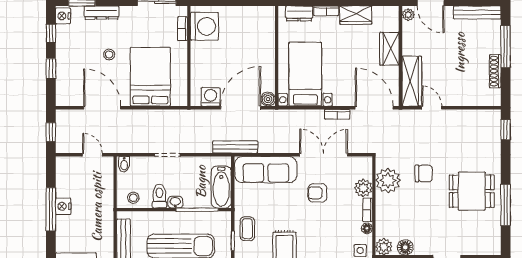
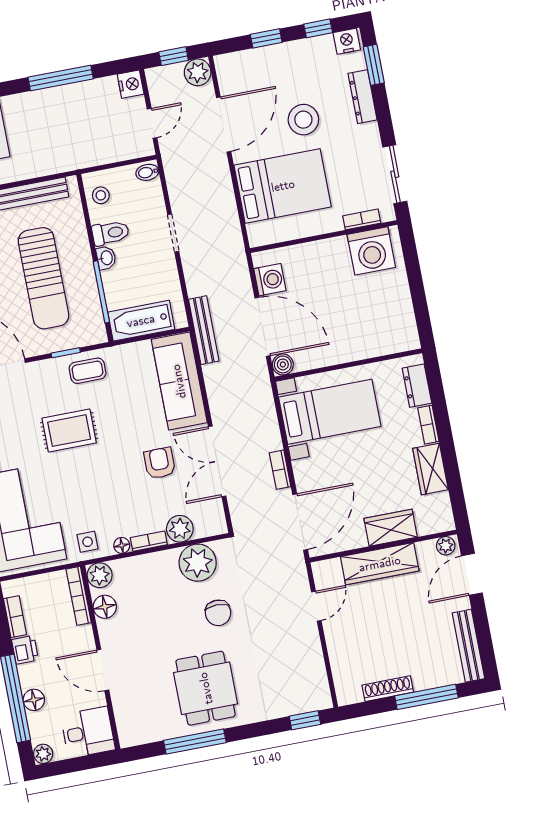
stool: (109, 54) -> (303, 120), width x1.89, depth x1.89
wardrobe: (412, 81) -> (380, 564), moved
plant: (64, 118) -> (198, 72), added
double door: (324, 155) -> (217, 461), swing flipped
nightstand: (63, 206) -> (131, 84), moved, turned 90

